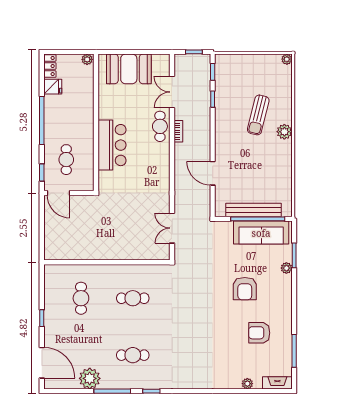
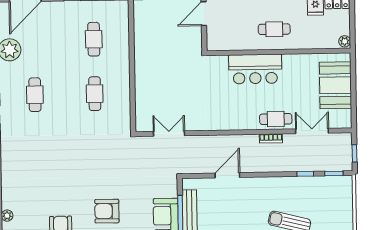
cafe table: (66, 160) -> (274, 29), moved
cafe table: (81, 298) -> (94, 39), turned 90

